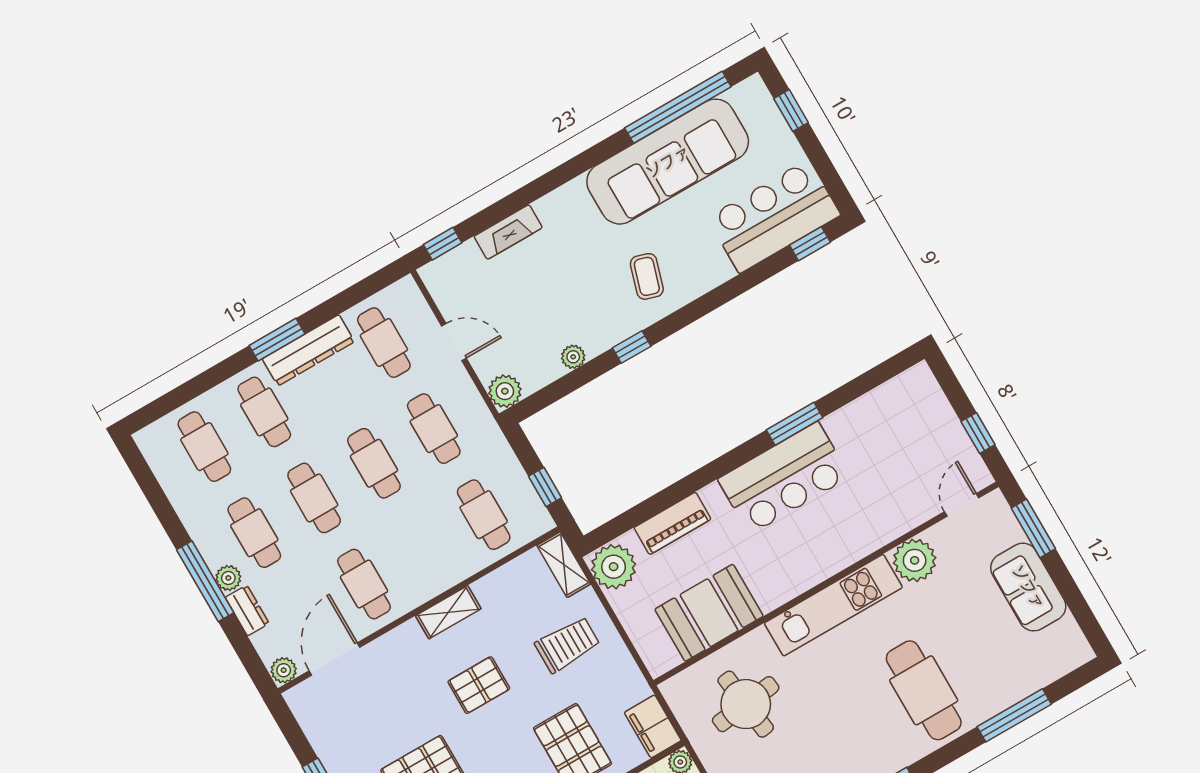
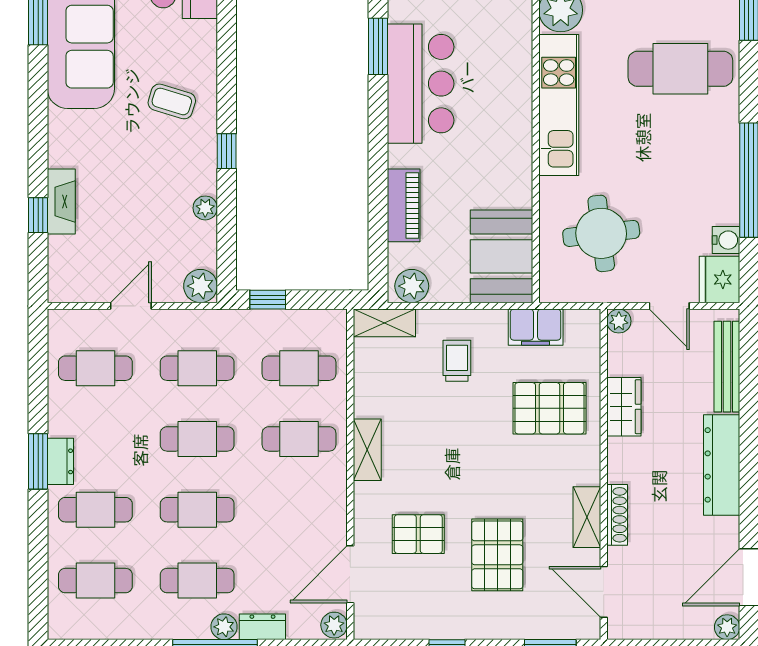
window: (443, 244) -> (38, 215), moved
dresser: (308, 350) -> (60, 461), width x0.51, depth x0.80
window: (545, 487) -> (268, 300), moved
plant: (614, 567) -> (412, 286), width x0.73, depth x0.73
cafe table: (364, 584) -> (299, 439), moved
booth: (709, 613) -> (501, 256), moved
trolley: (567, 645) -> (457, 361), width x0.73, depth x0.72
door: (335, 659) -> (350, 574), hinge flipped
pallet: (479, 685) -> (418, 534), moved, turned 90
filing cabinet: (653, 726) -> (536, 327), moved

